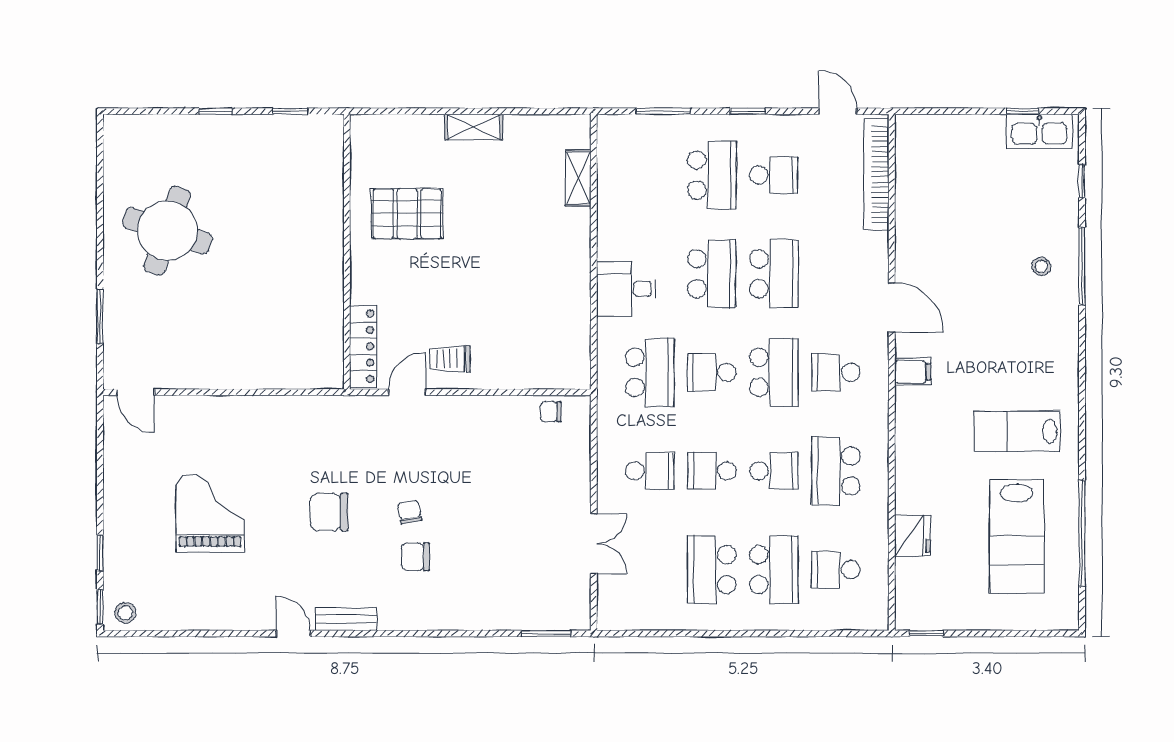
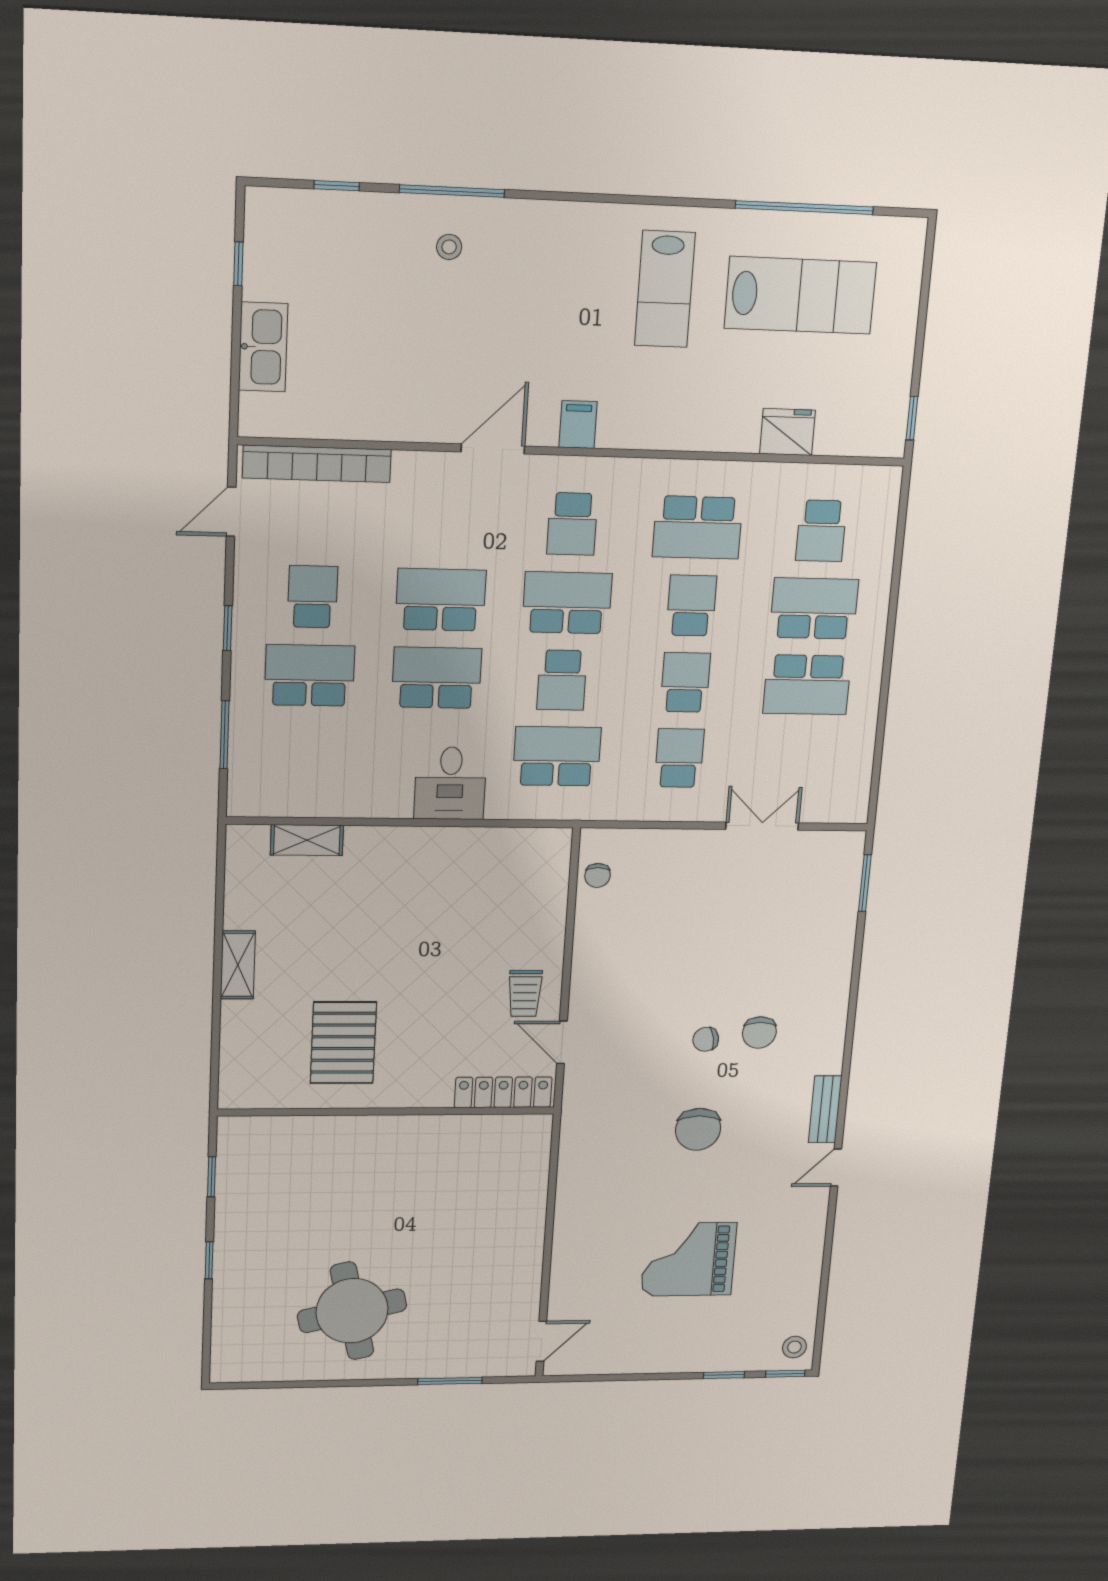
kitchen sink: (1039, 131) -> (263, 347), moved
round table: (167, 231) -> (352, 1311), turned -32
school desk: (712, 471) -> (685, 682), turned 180

